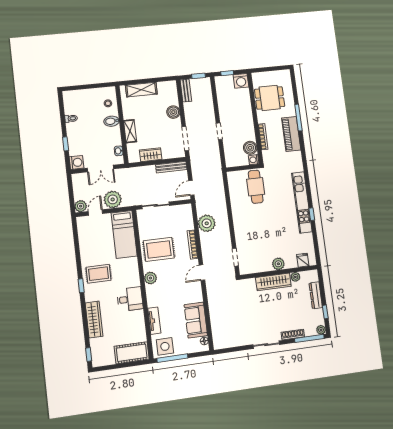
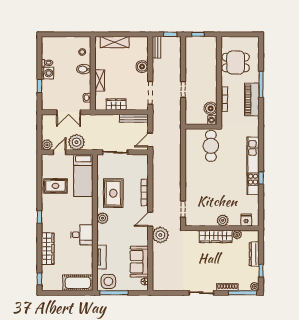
washing machine: (241, 81) -> (210, 43), removed
washing machine: (77, 162) -> (48, 73), moved
plant: (207, 223) -> (160, 235), moved
rug: (159, 249) -> (113, 193), turned 90
rug: (99, 274) -> (55, 186), moved

